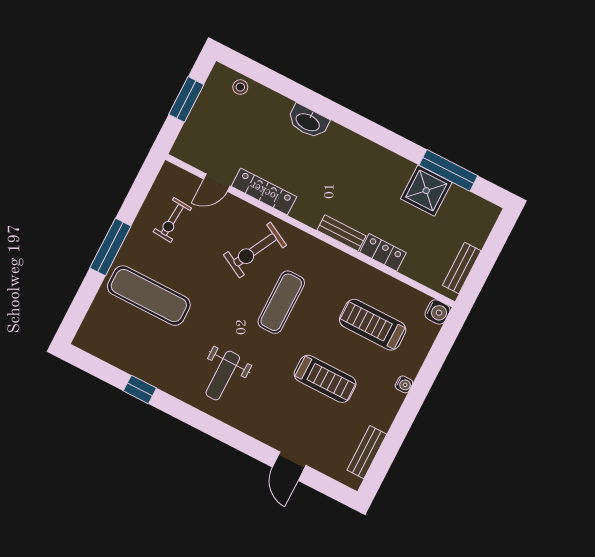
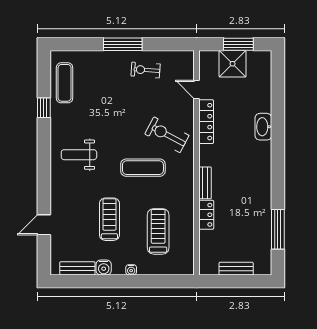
stool: (240, 87) -> (263, 74), removed
shower: (426, 191) -> (233, 64), moved
exercise bike: (172, 220) -> (145, 70), moved
bench: (462, 268) -> (236, 269), moved
exercise mat: (149, 296) -> (65, 83), moved, width x0.73, depth x0.69
water cooler: (437, 312) -> (104, 268), moved
treadmill: (325, 379) -> (109, 219), turned 180

